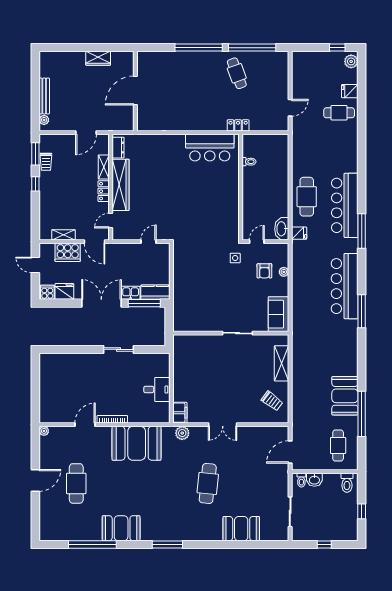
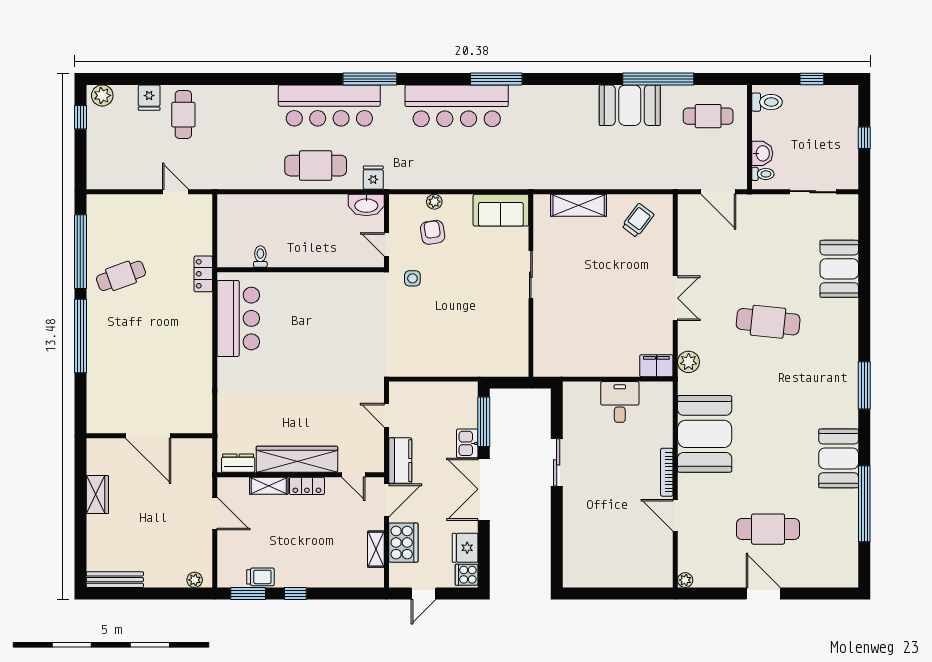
bench: (44, 96) -> (115, 580), moved
armchair: (264, 271) -> (433, 232), turned -99
kitchen counter: (155, 292) -> (400, 461), moved, turned 180

